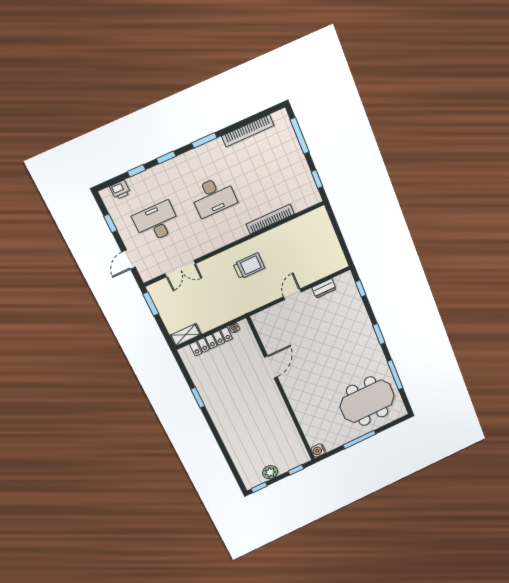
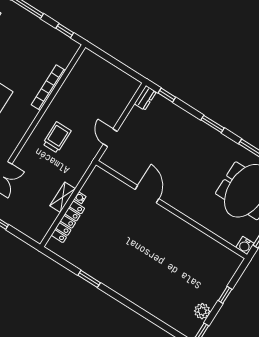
dresser: (324, 288) -> (145, 98), moved
shelving: (185, 335) -> (63, 197), moved
door: (271, 367) -> (147, 194), moved
wall: (282, 391) -> (171, 210), moved
water cooler: (318, 450) -> (245, 246), moved

